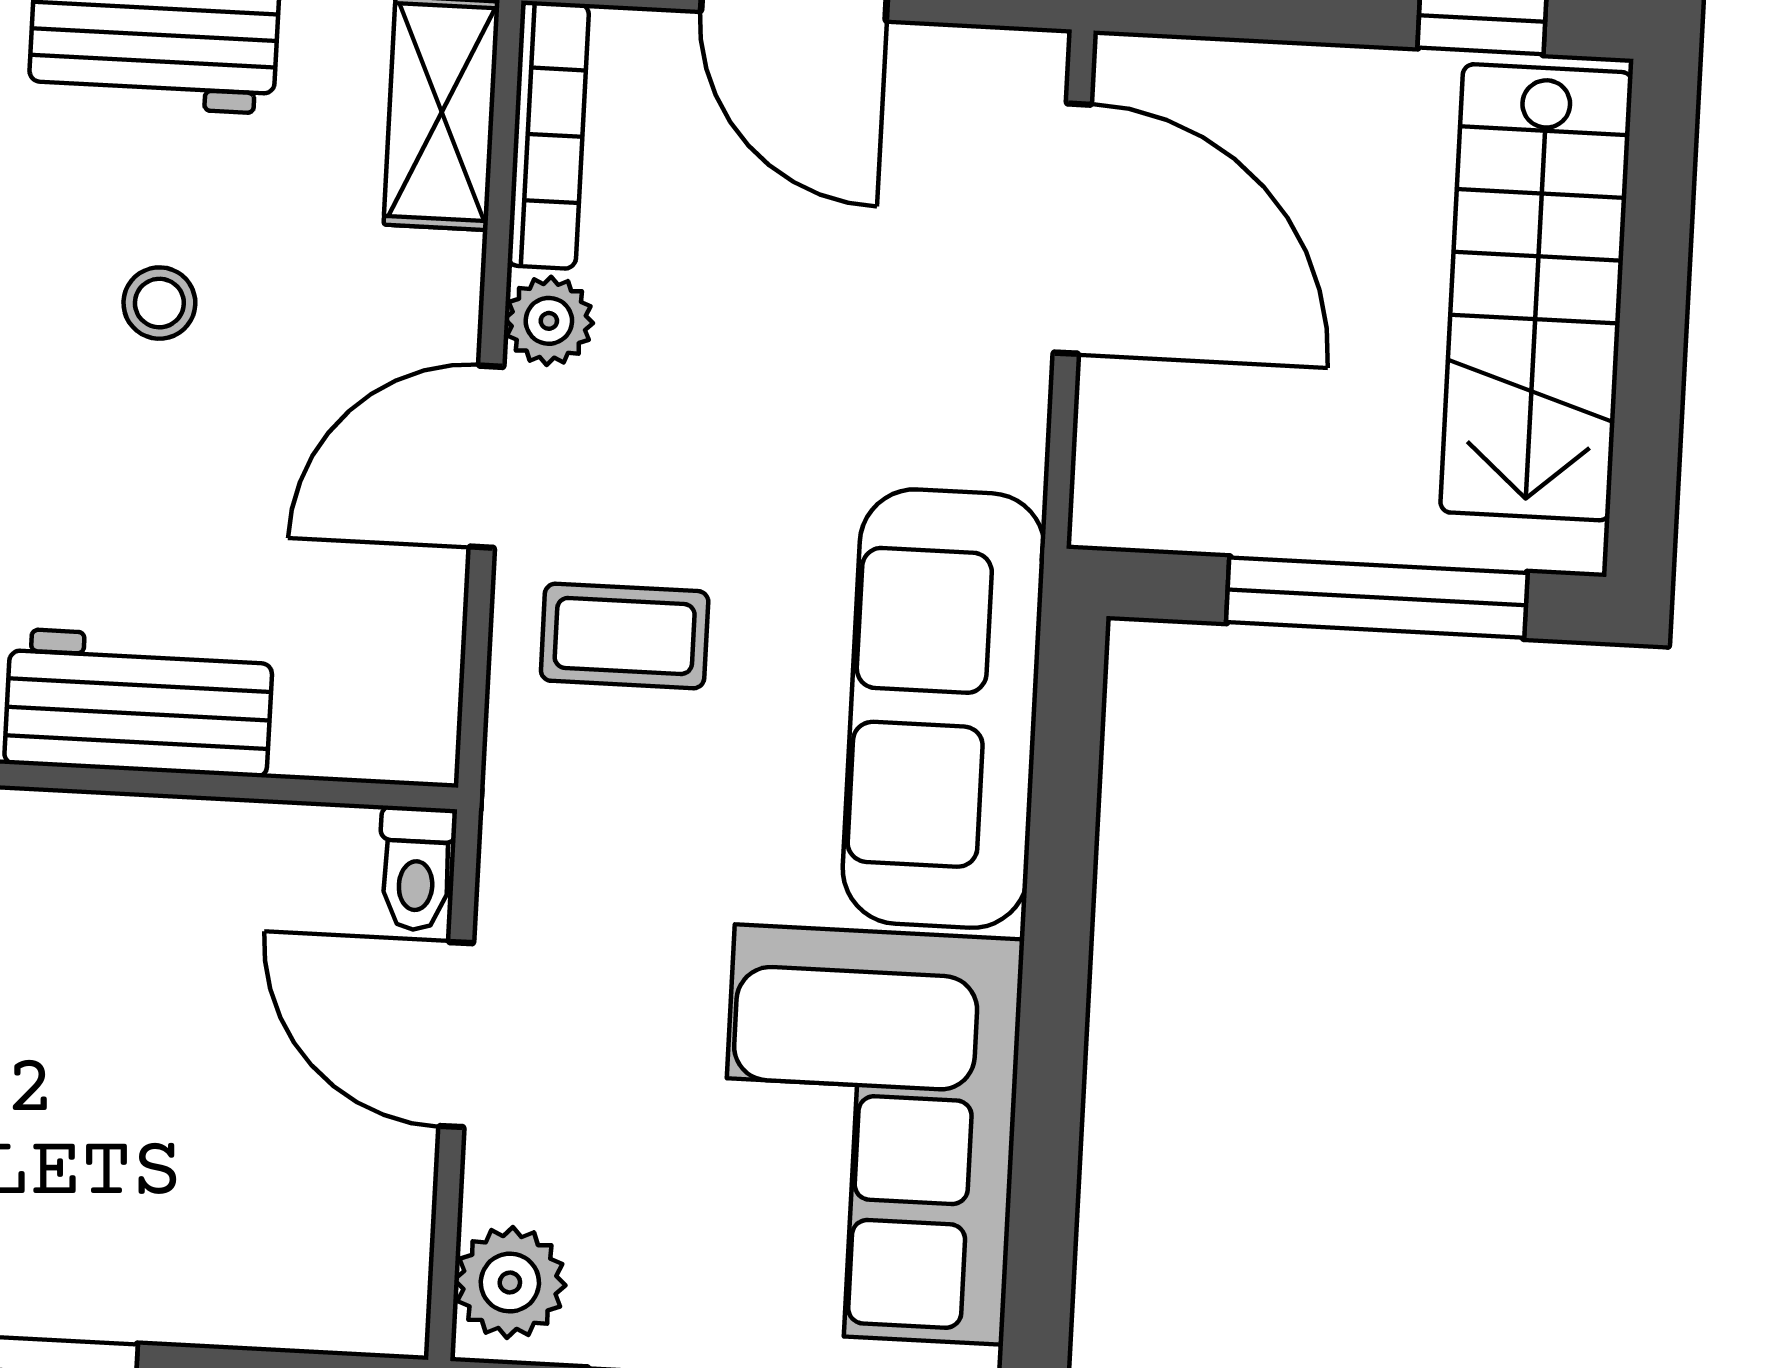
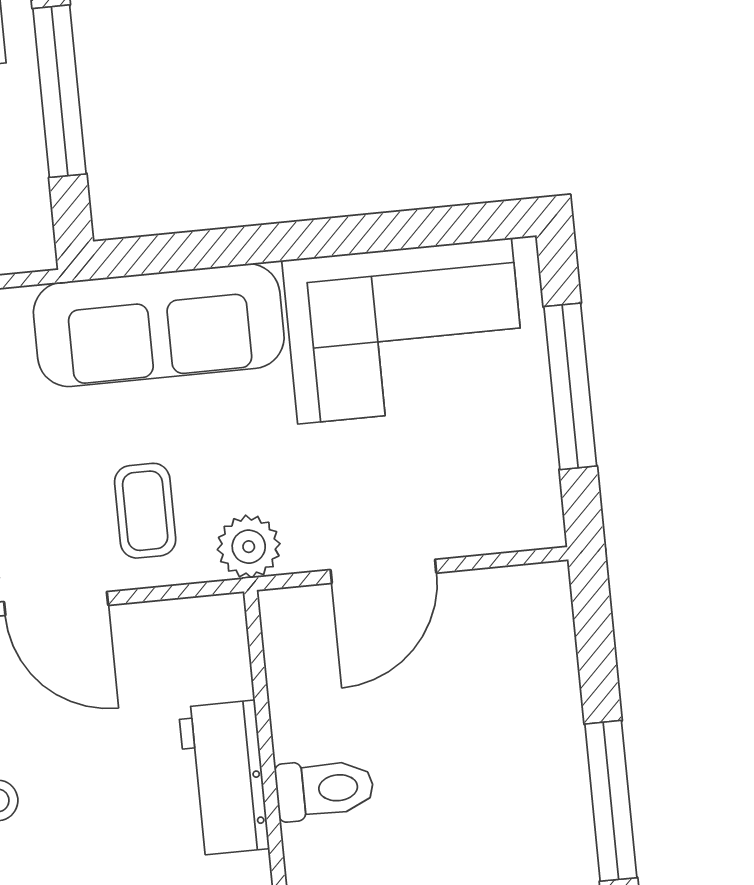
toilet: (416, 868) -> (325, 789), moved, width x1.37, depth x1.39
plant: (510, 1283) -> (249, 547), moved

